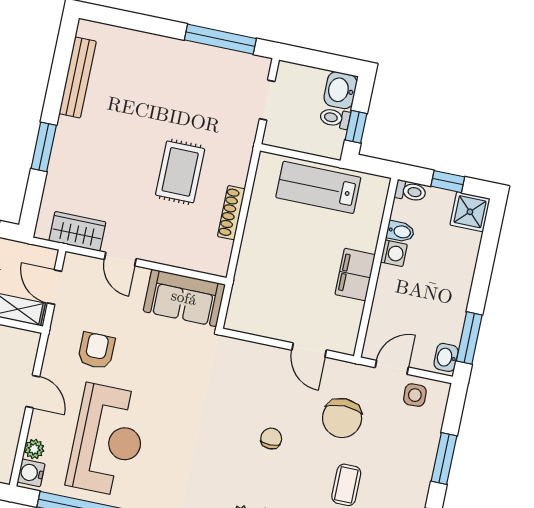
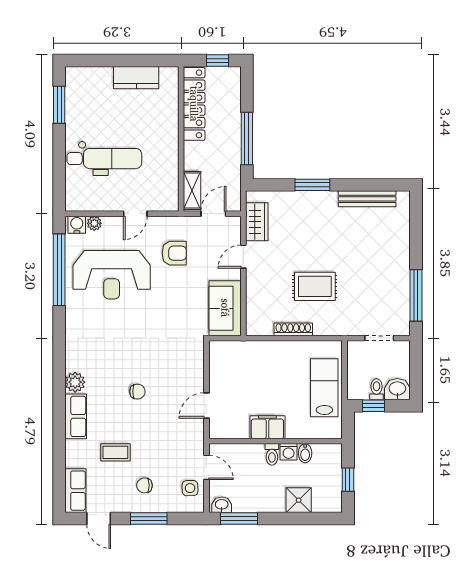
toilet: (410, 191) -> (272, 454), moved
shower: (470, 212) -> (299, 500), moved
chair: (342, 418) -> (145, 485), moved, width x0.54, depth x0.54

